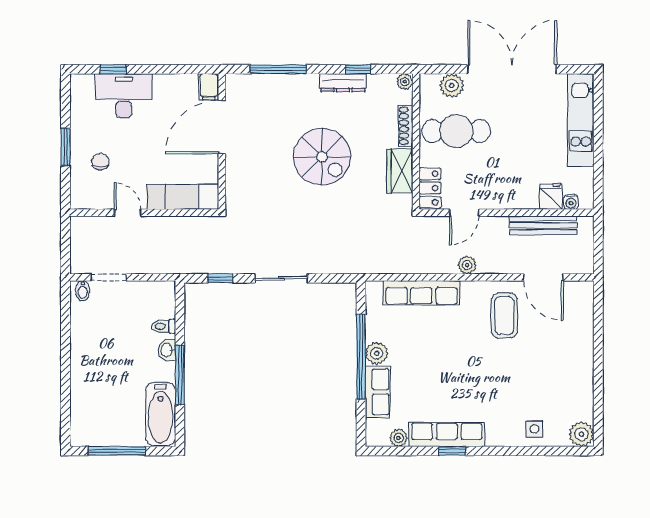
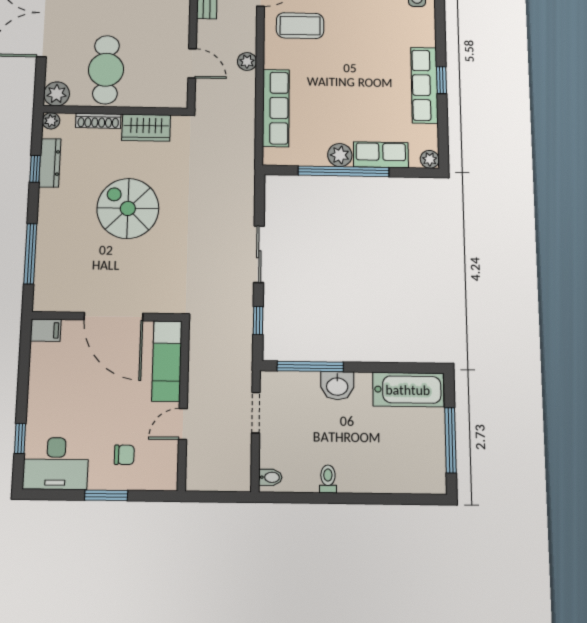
dresser: (343, 83) -> (50, 163), moved
plant: (452, 85) -> (57, 94), moved
desk: (124, 96) -> (56, 463), moved, turned -90
door: (222, 127) -> (114, 317), moved
spiral stairs: (322, 157) -> (128, 208), turned -90
chair: (100, 162) -> (124, 455), turned 180
locker: (430, 188) -> (165, 97), removed
doorway: (109, 277) -> (256, 413), moved
toilet: (164, 326) -> (328, 479), moved, turned 180
washbasin: (167, 350) -> (337, 386), width x1.38, depth x1.45
window: (180, 375) -> (310, 366), moved
plant: (399, 438) -> (430, 159), moved

